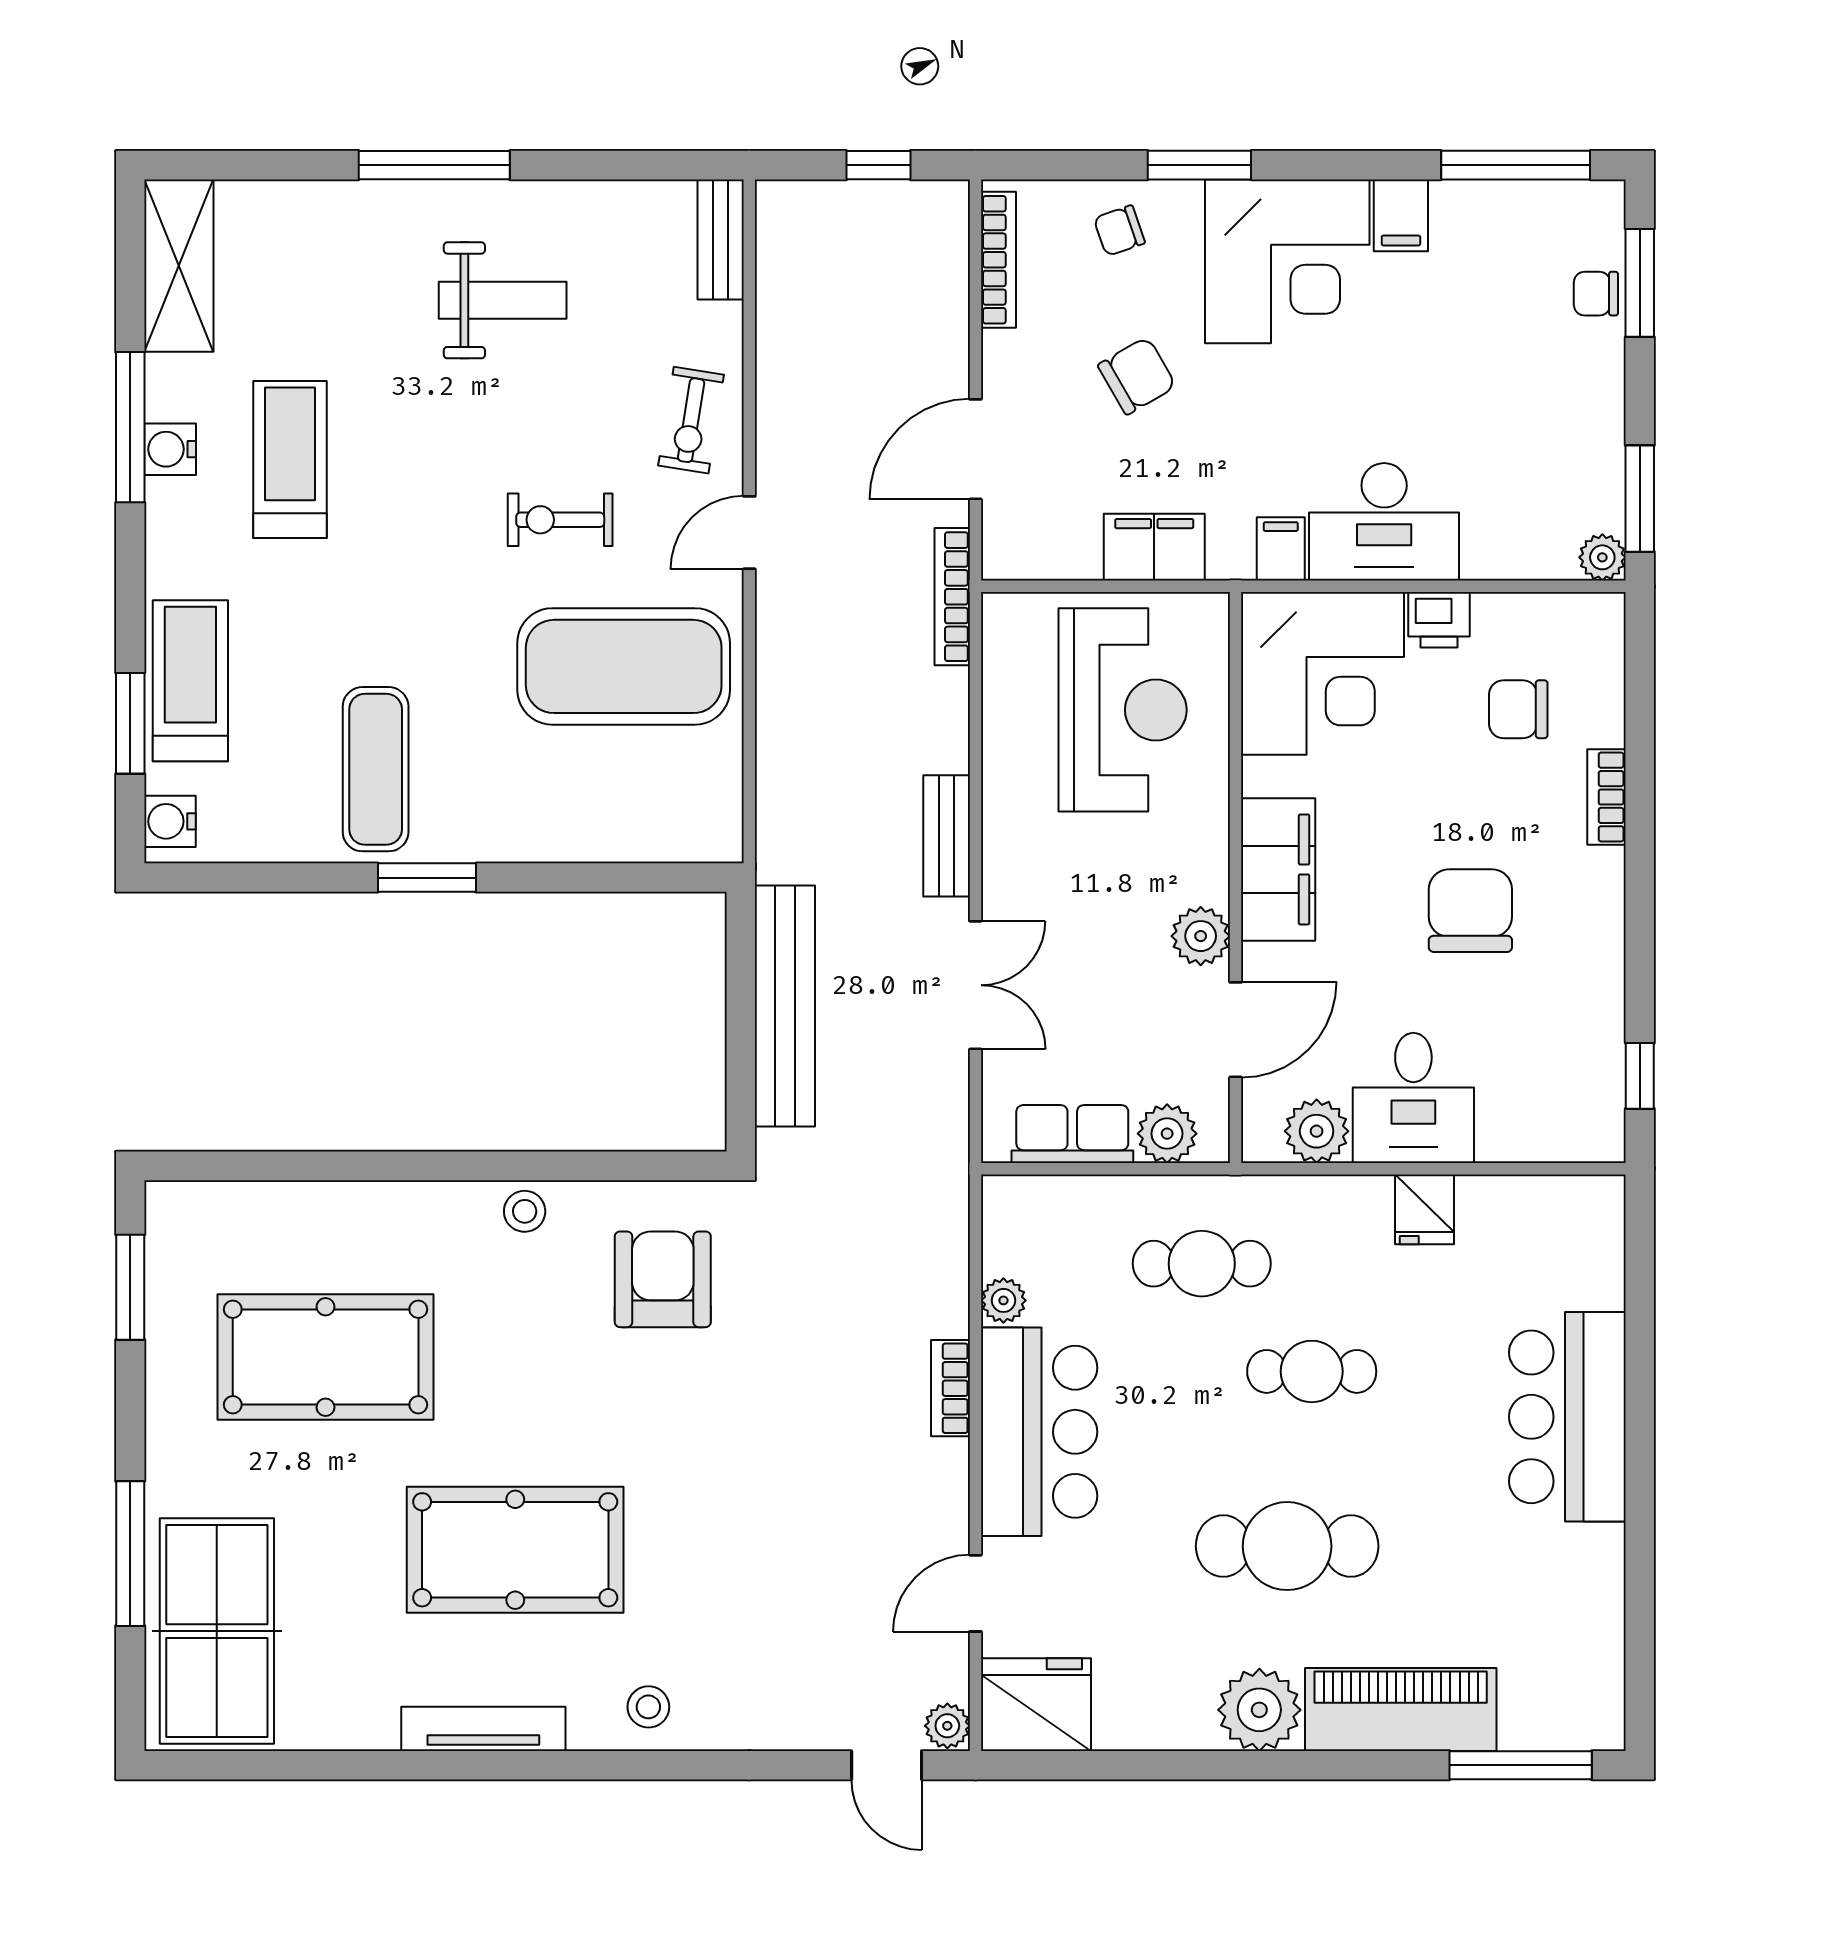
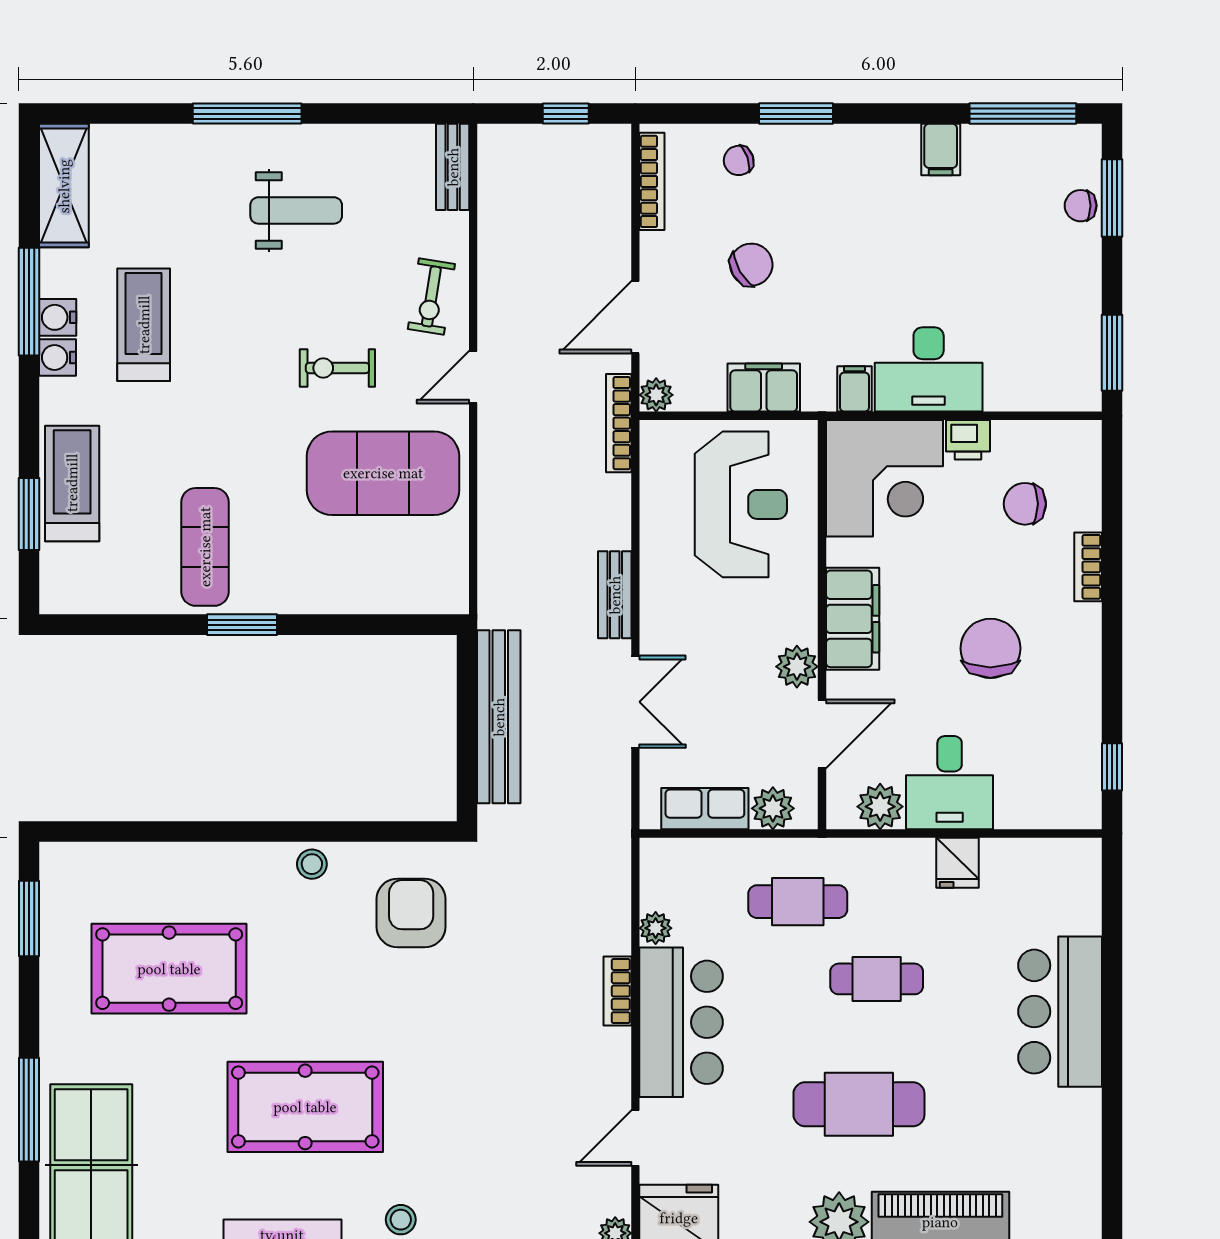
corner desk: (1287, 261) -> (859, 183), removed
plant: (1602, 557) -> (656, 395), moved
water cooler: (170, 821) -> (58, 358), moved

